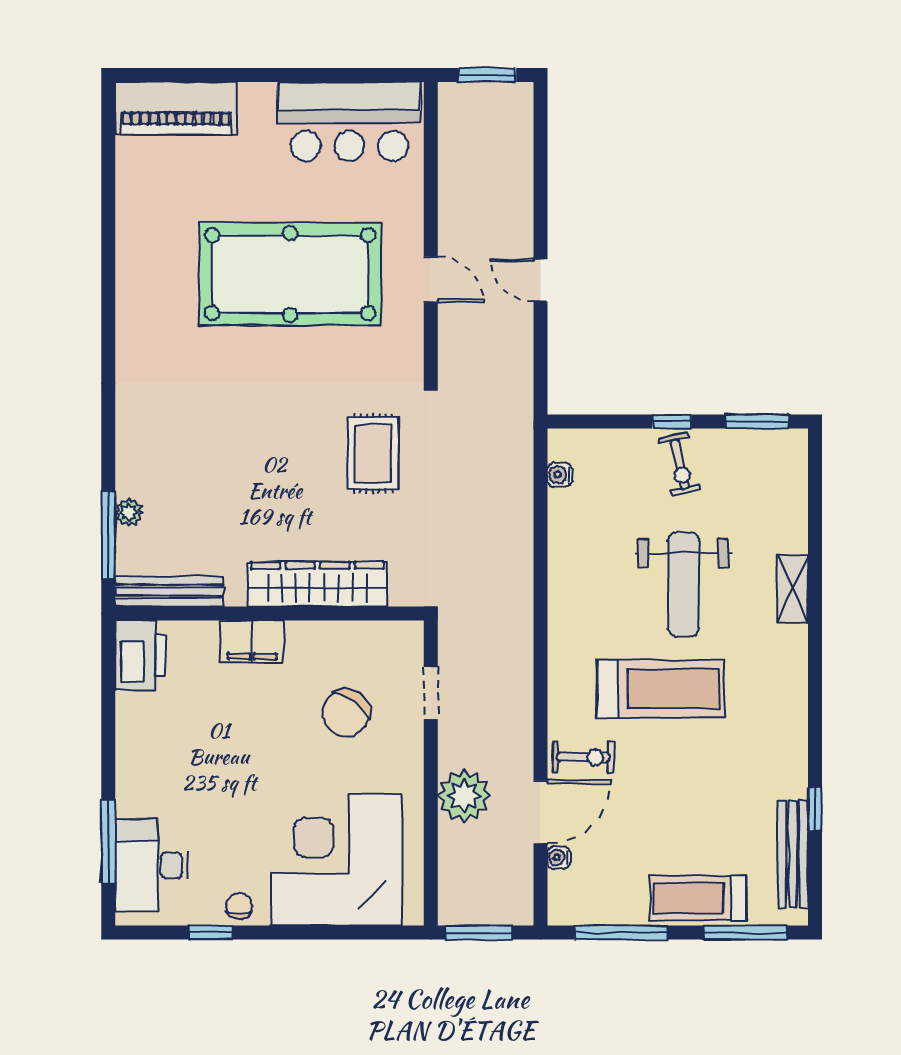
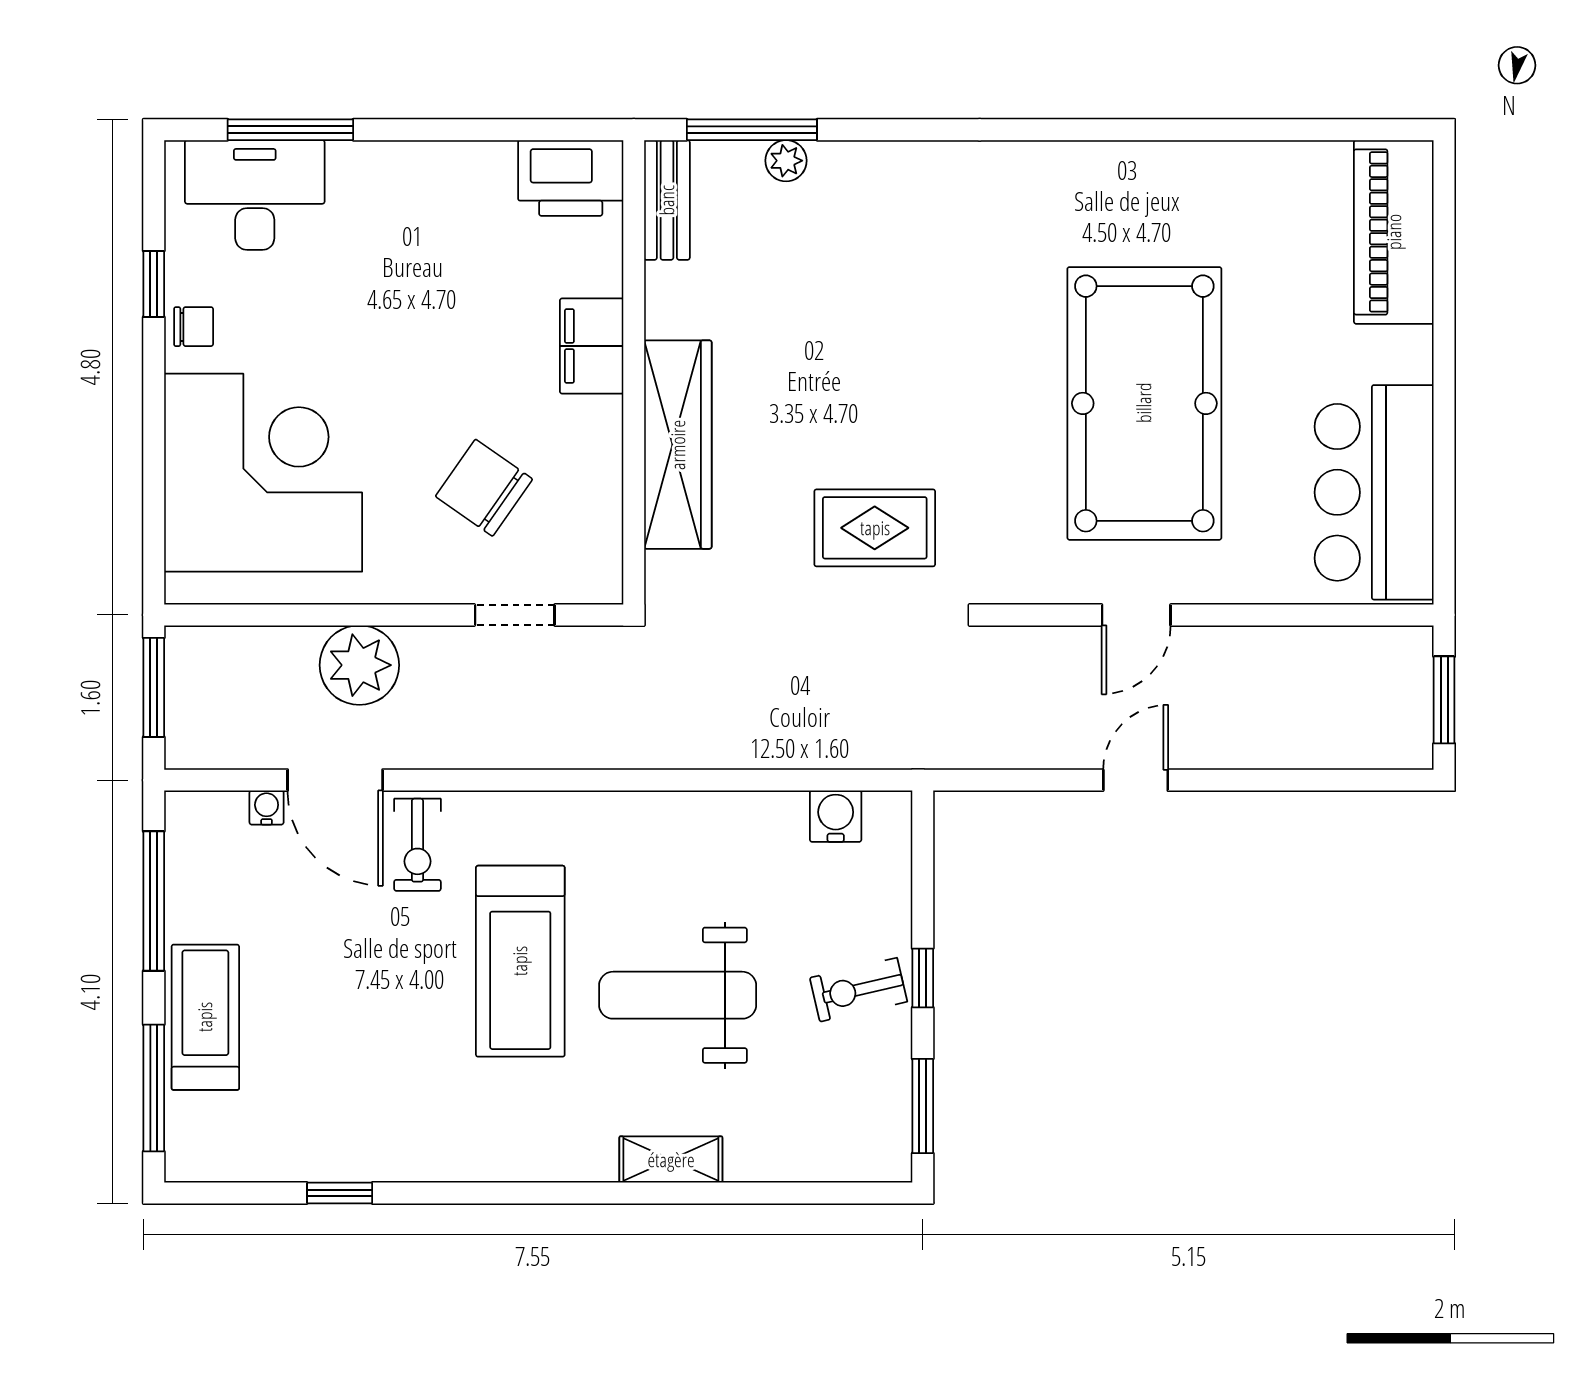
water cooler: (560, 475) -> (836, 816), width x1.38, depth x1.38
bench: (169, 591) -> (667, 200), width x0.73
bench: (793, 854) -> (272, 1160), removed

